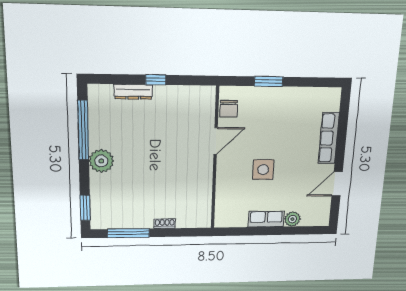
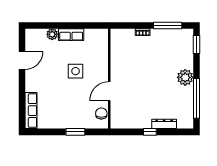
row of seats: (329, 138) -> (31, 111), moved

